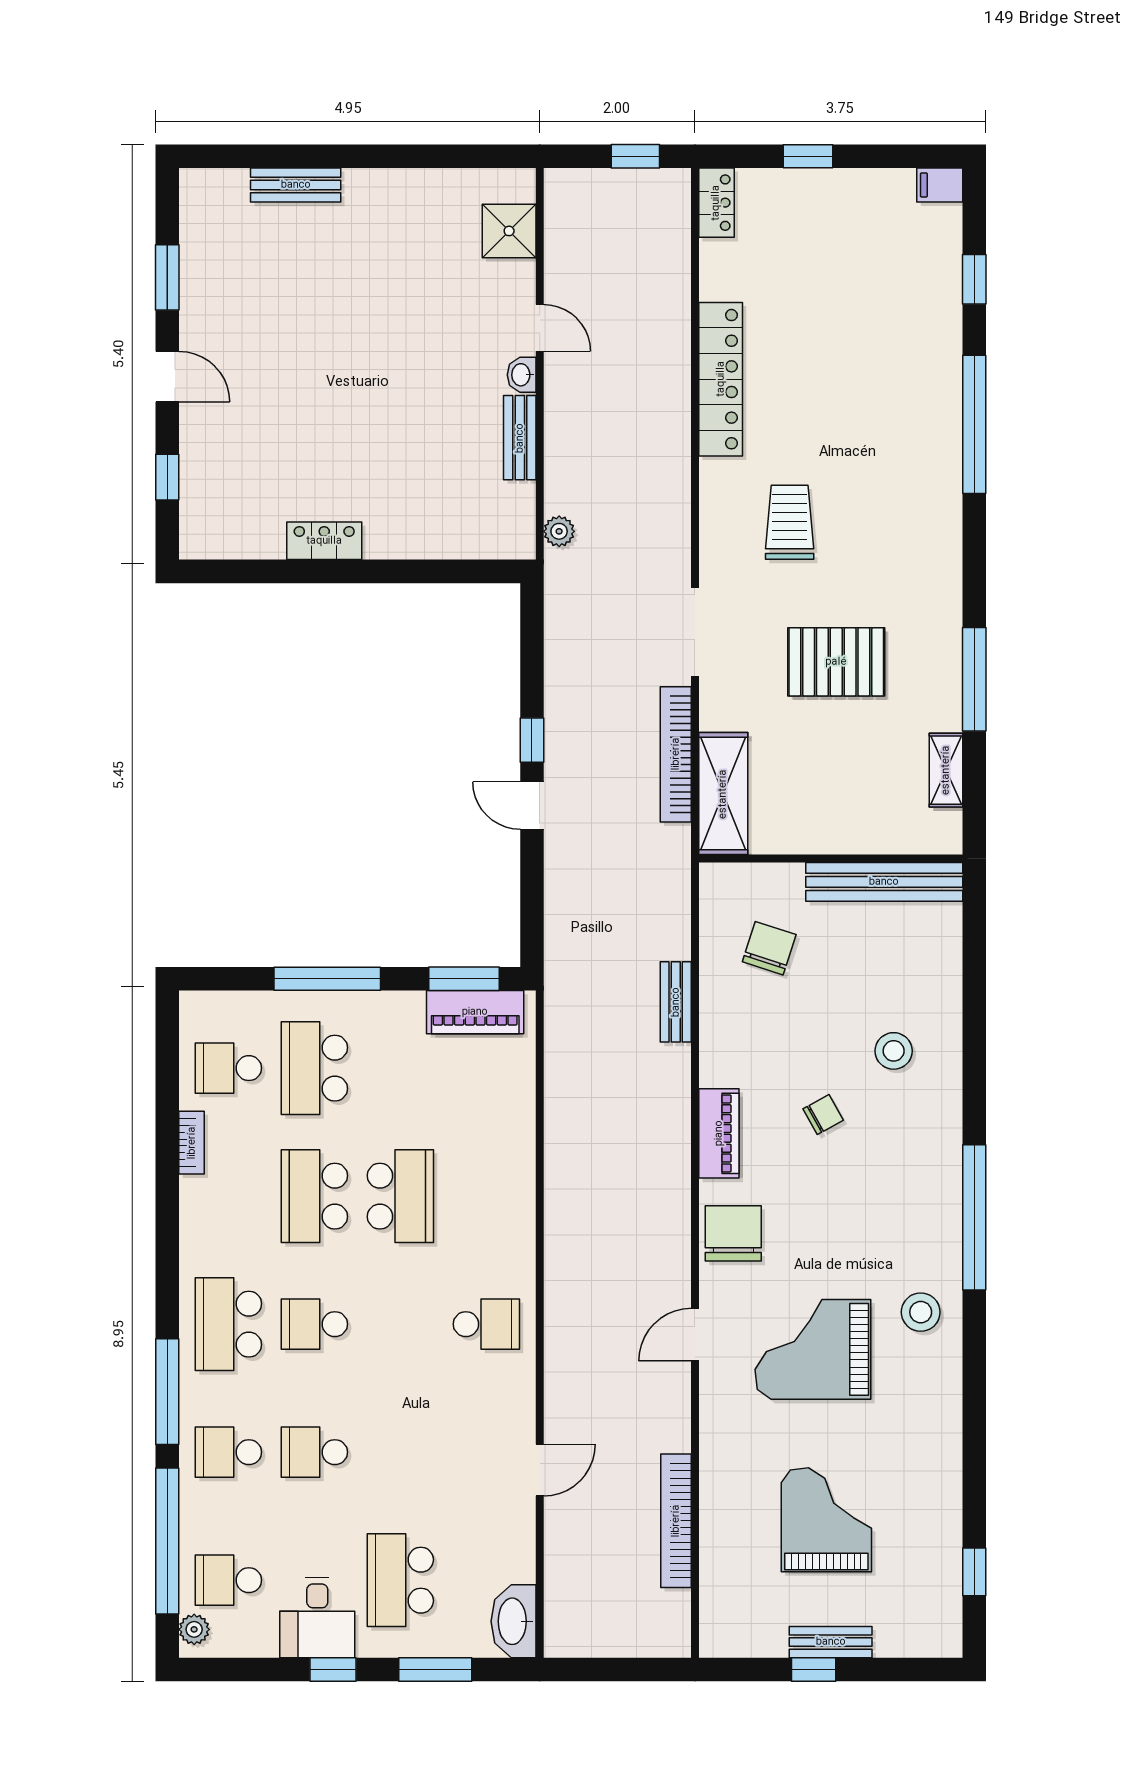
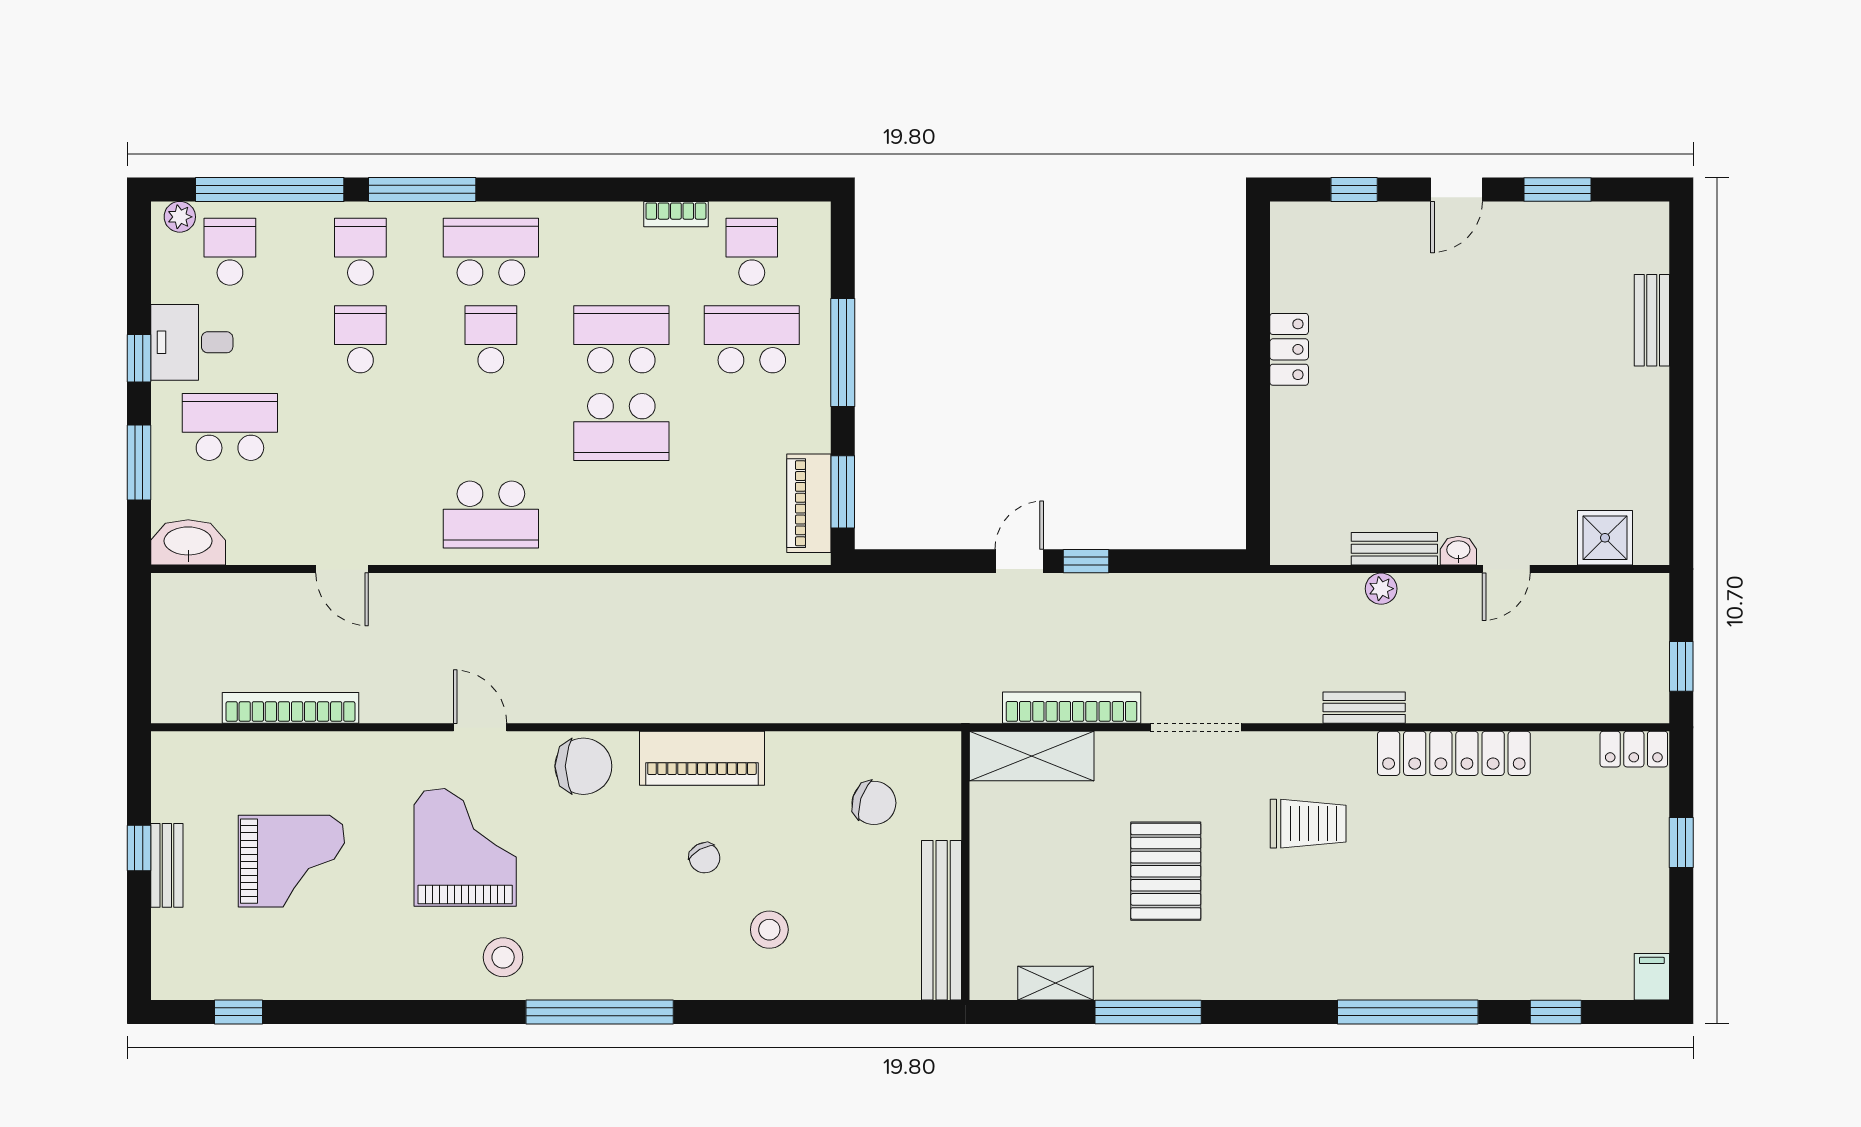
plant: (559, 531) -> (1381, 589), moved
bench: (676, 1002) -> (1364, 708), moved
piano: (719, 1133) -> (702, 758), width x1.37, depth x1.33
school desk: (486, 1324) -> (491, 515), width x1.85

